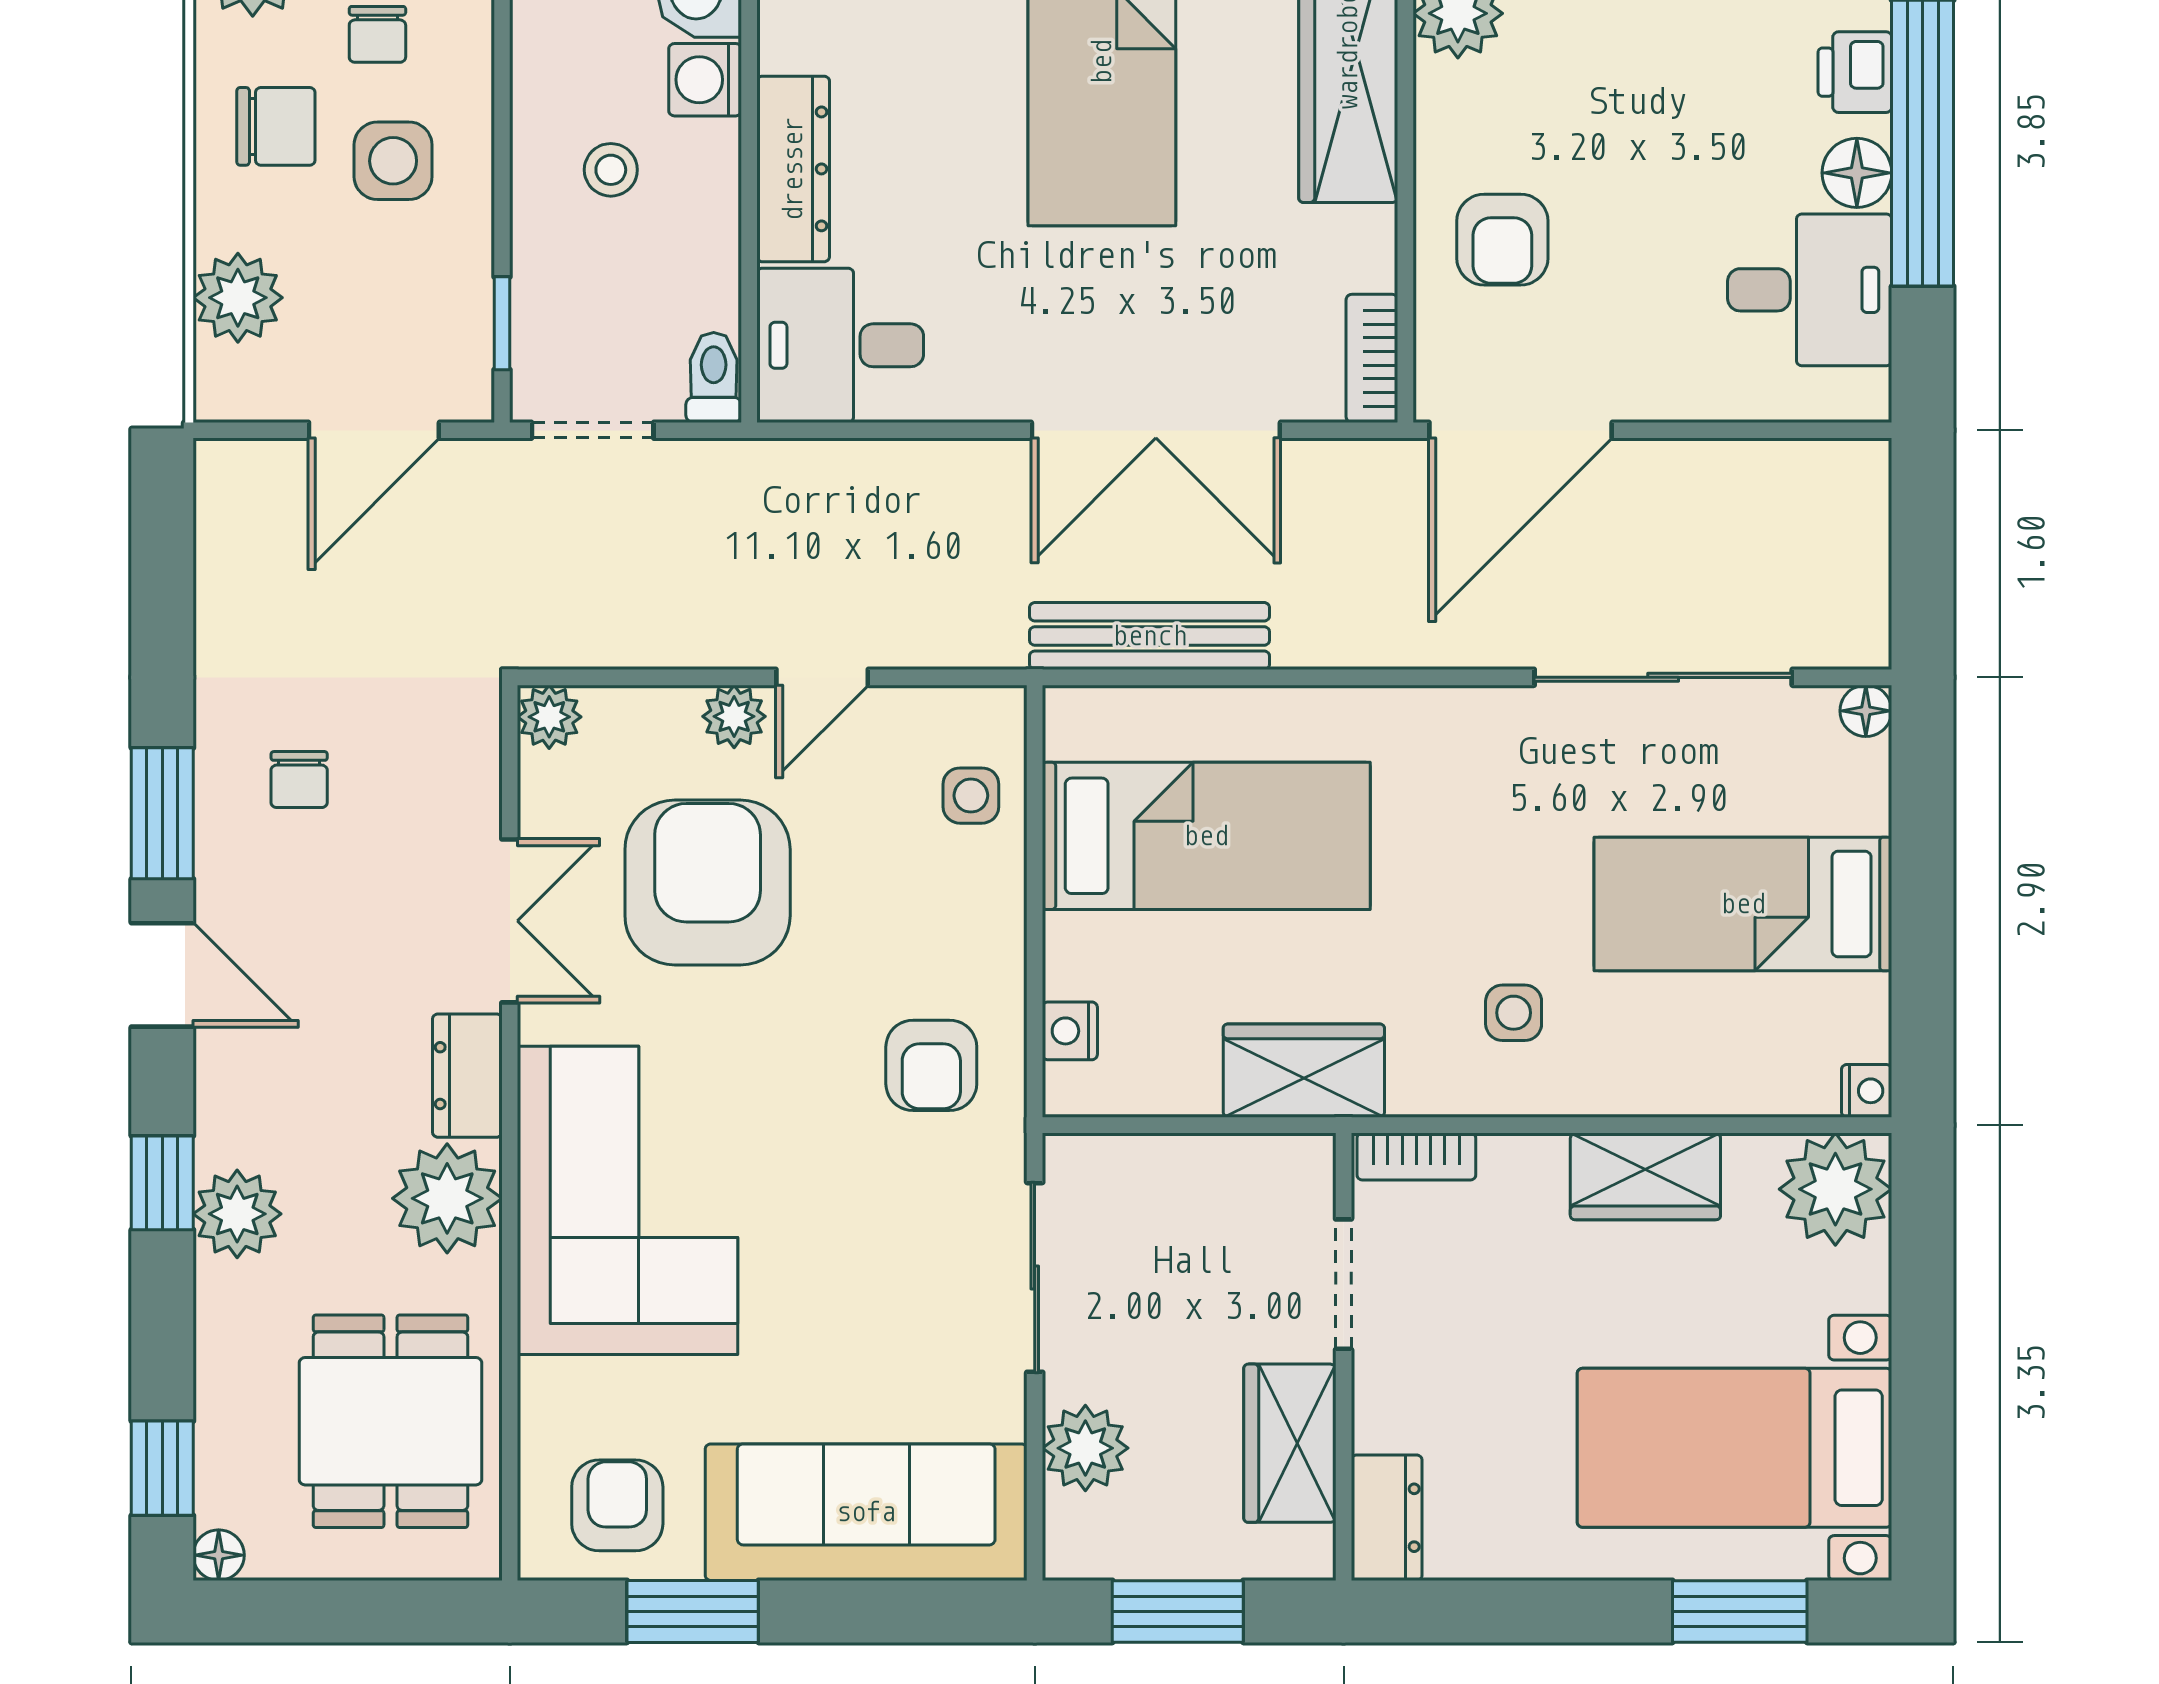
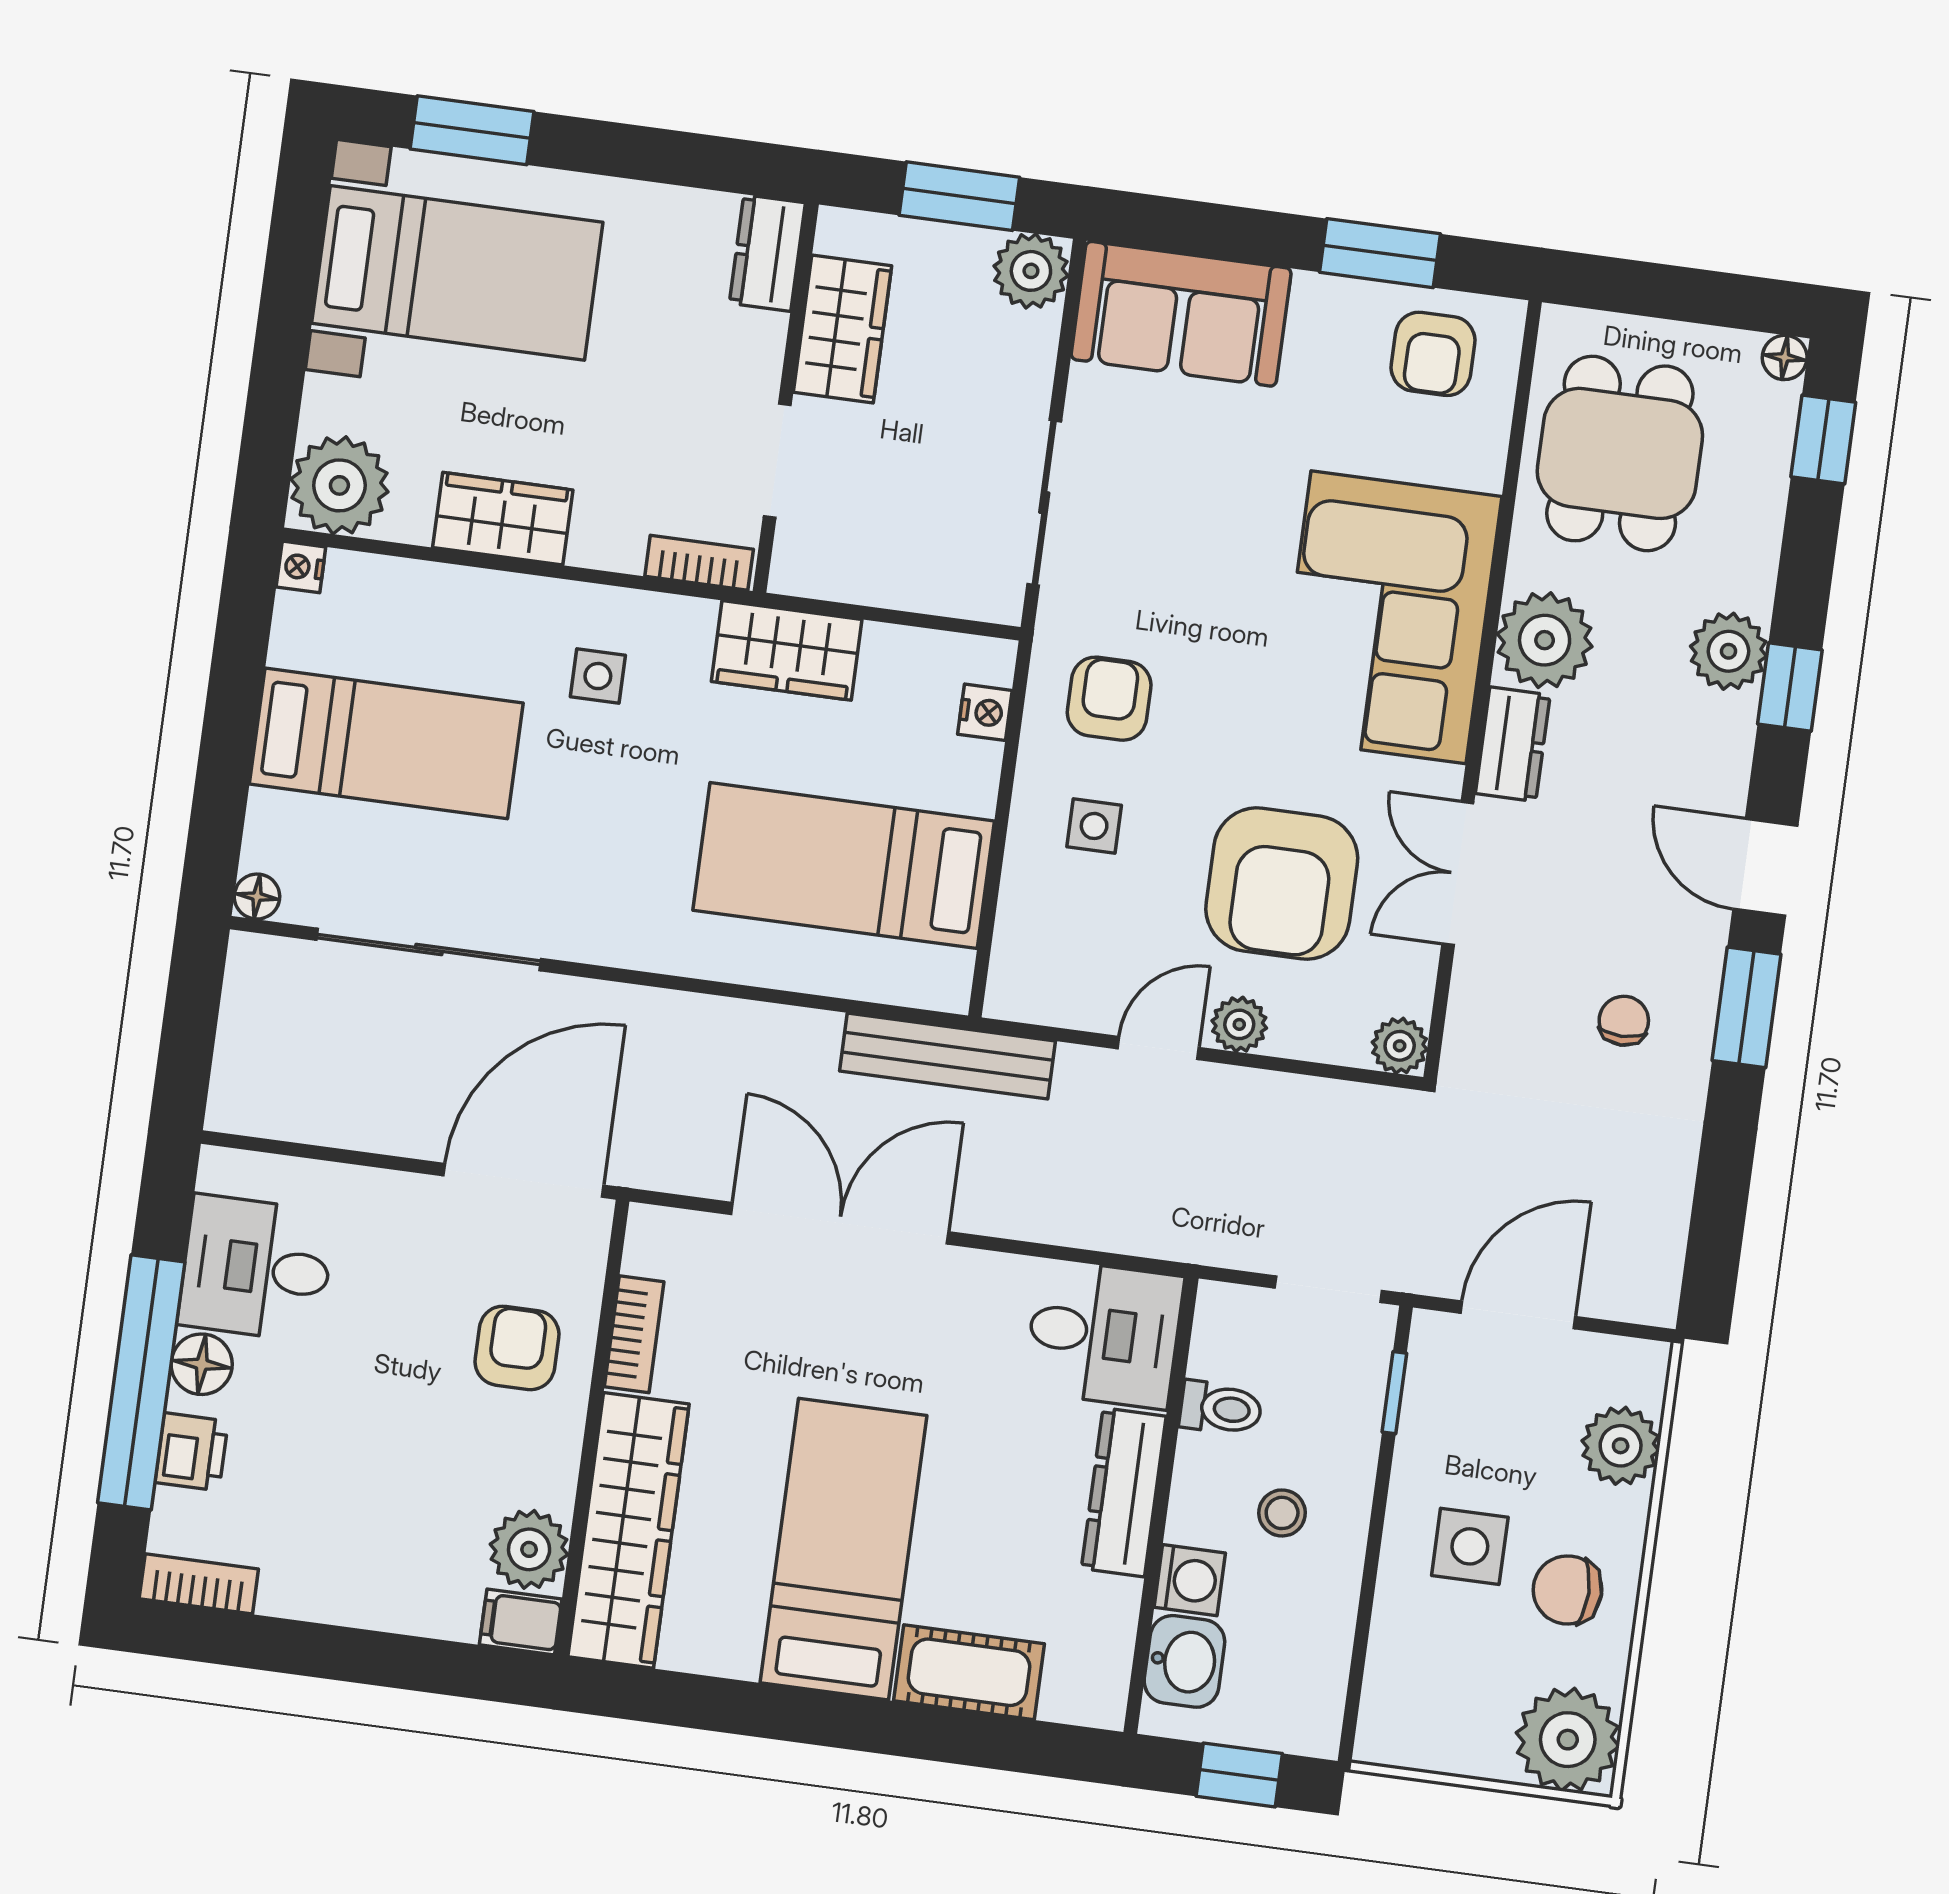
chair: (377, 34) -> (1469, 1658), removed
bookcase: (1372, 358) -> (634, 1334), moved
toilet: (714, 377) -> (1221, 1408), moved, turned -90
bench: (1150, 636) -> (947, 1056), moved
side table: (971, 796) -> (1094, 826), moved
plant: (1085, 1448) -> (1031, 271), moved
sofa: (866, 1512) -> (1181, 314), width x0.73

